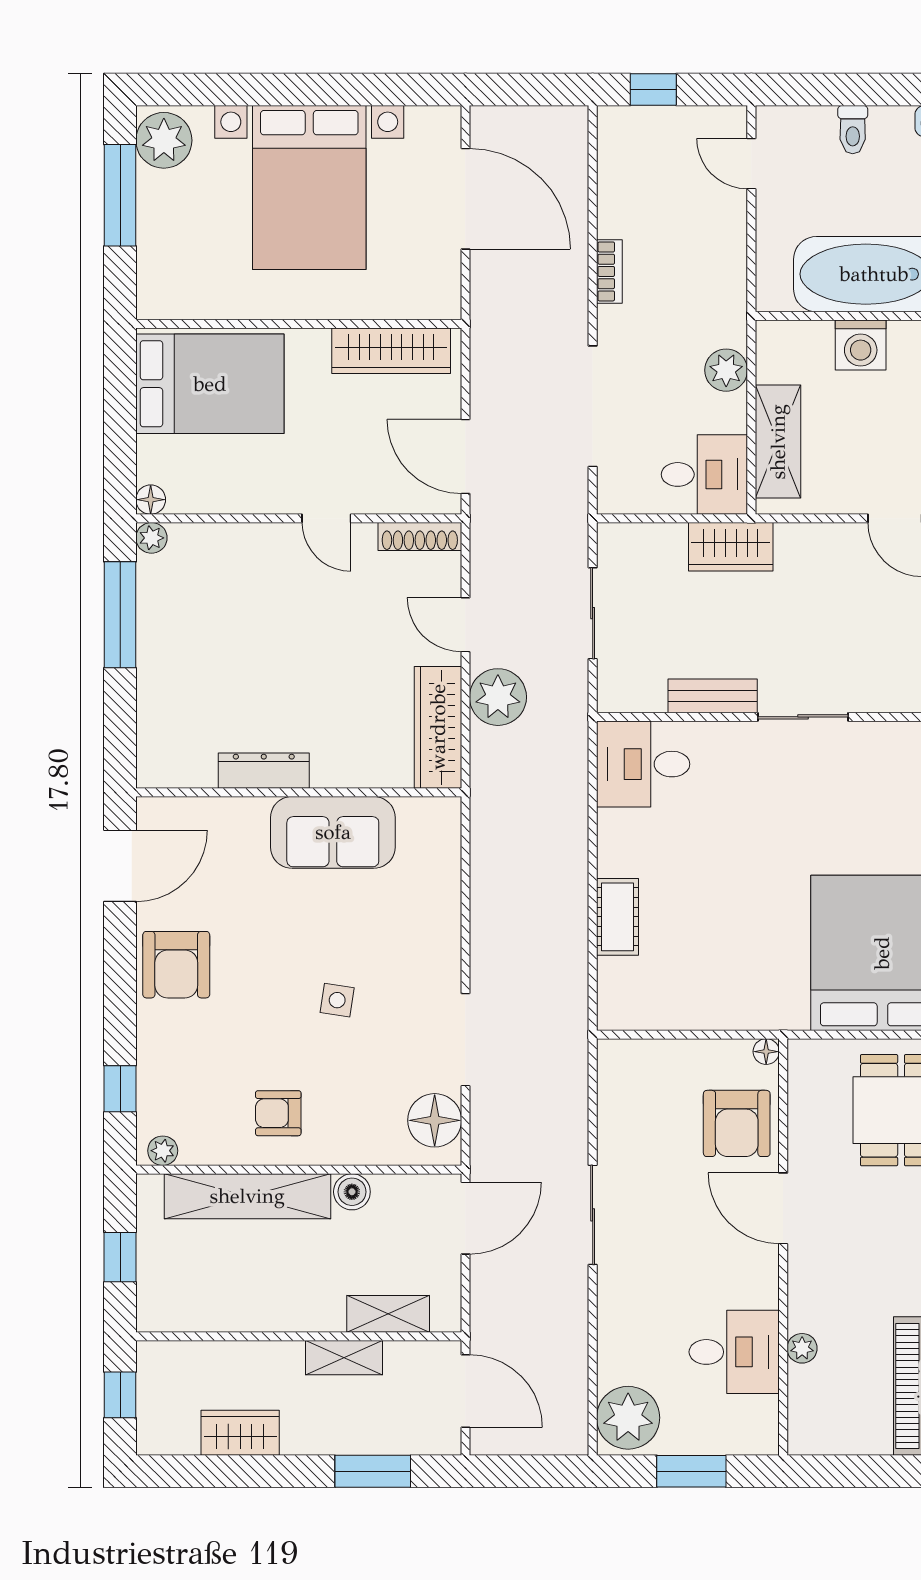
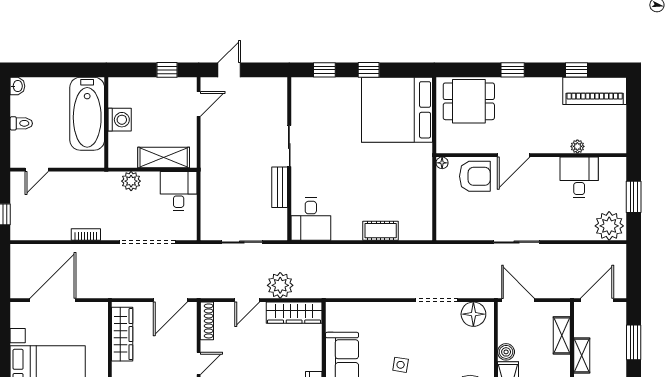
wardrobe: (731, 547) -> (212, 179), removed
side table: (337, 1000) -> (401, 365), moved

